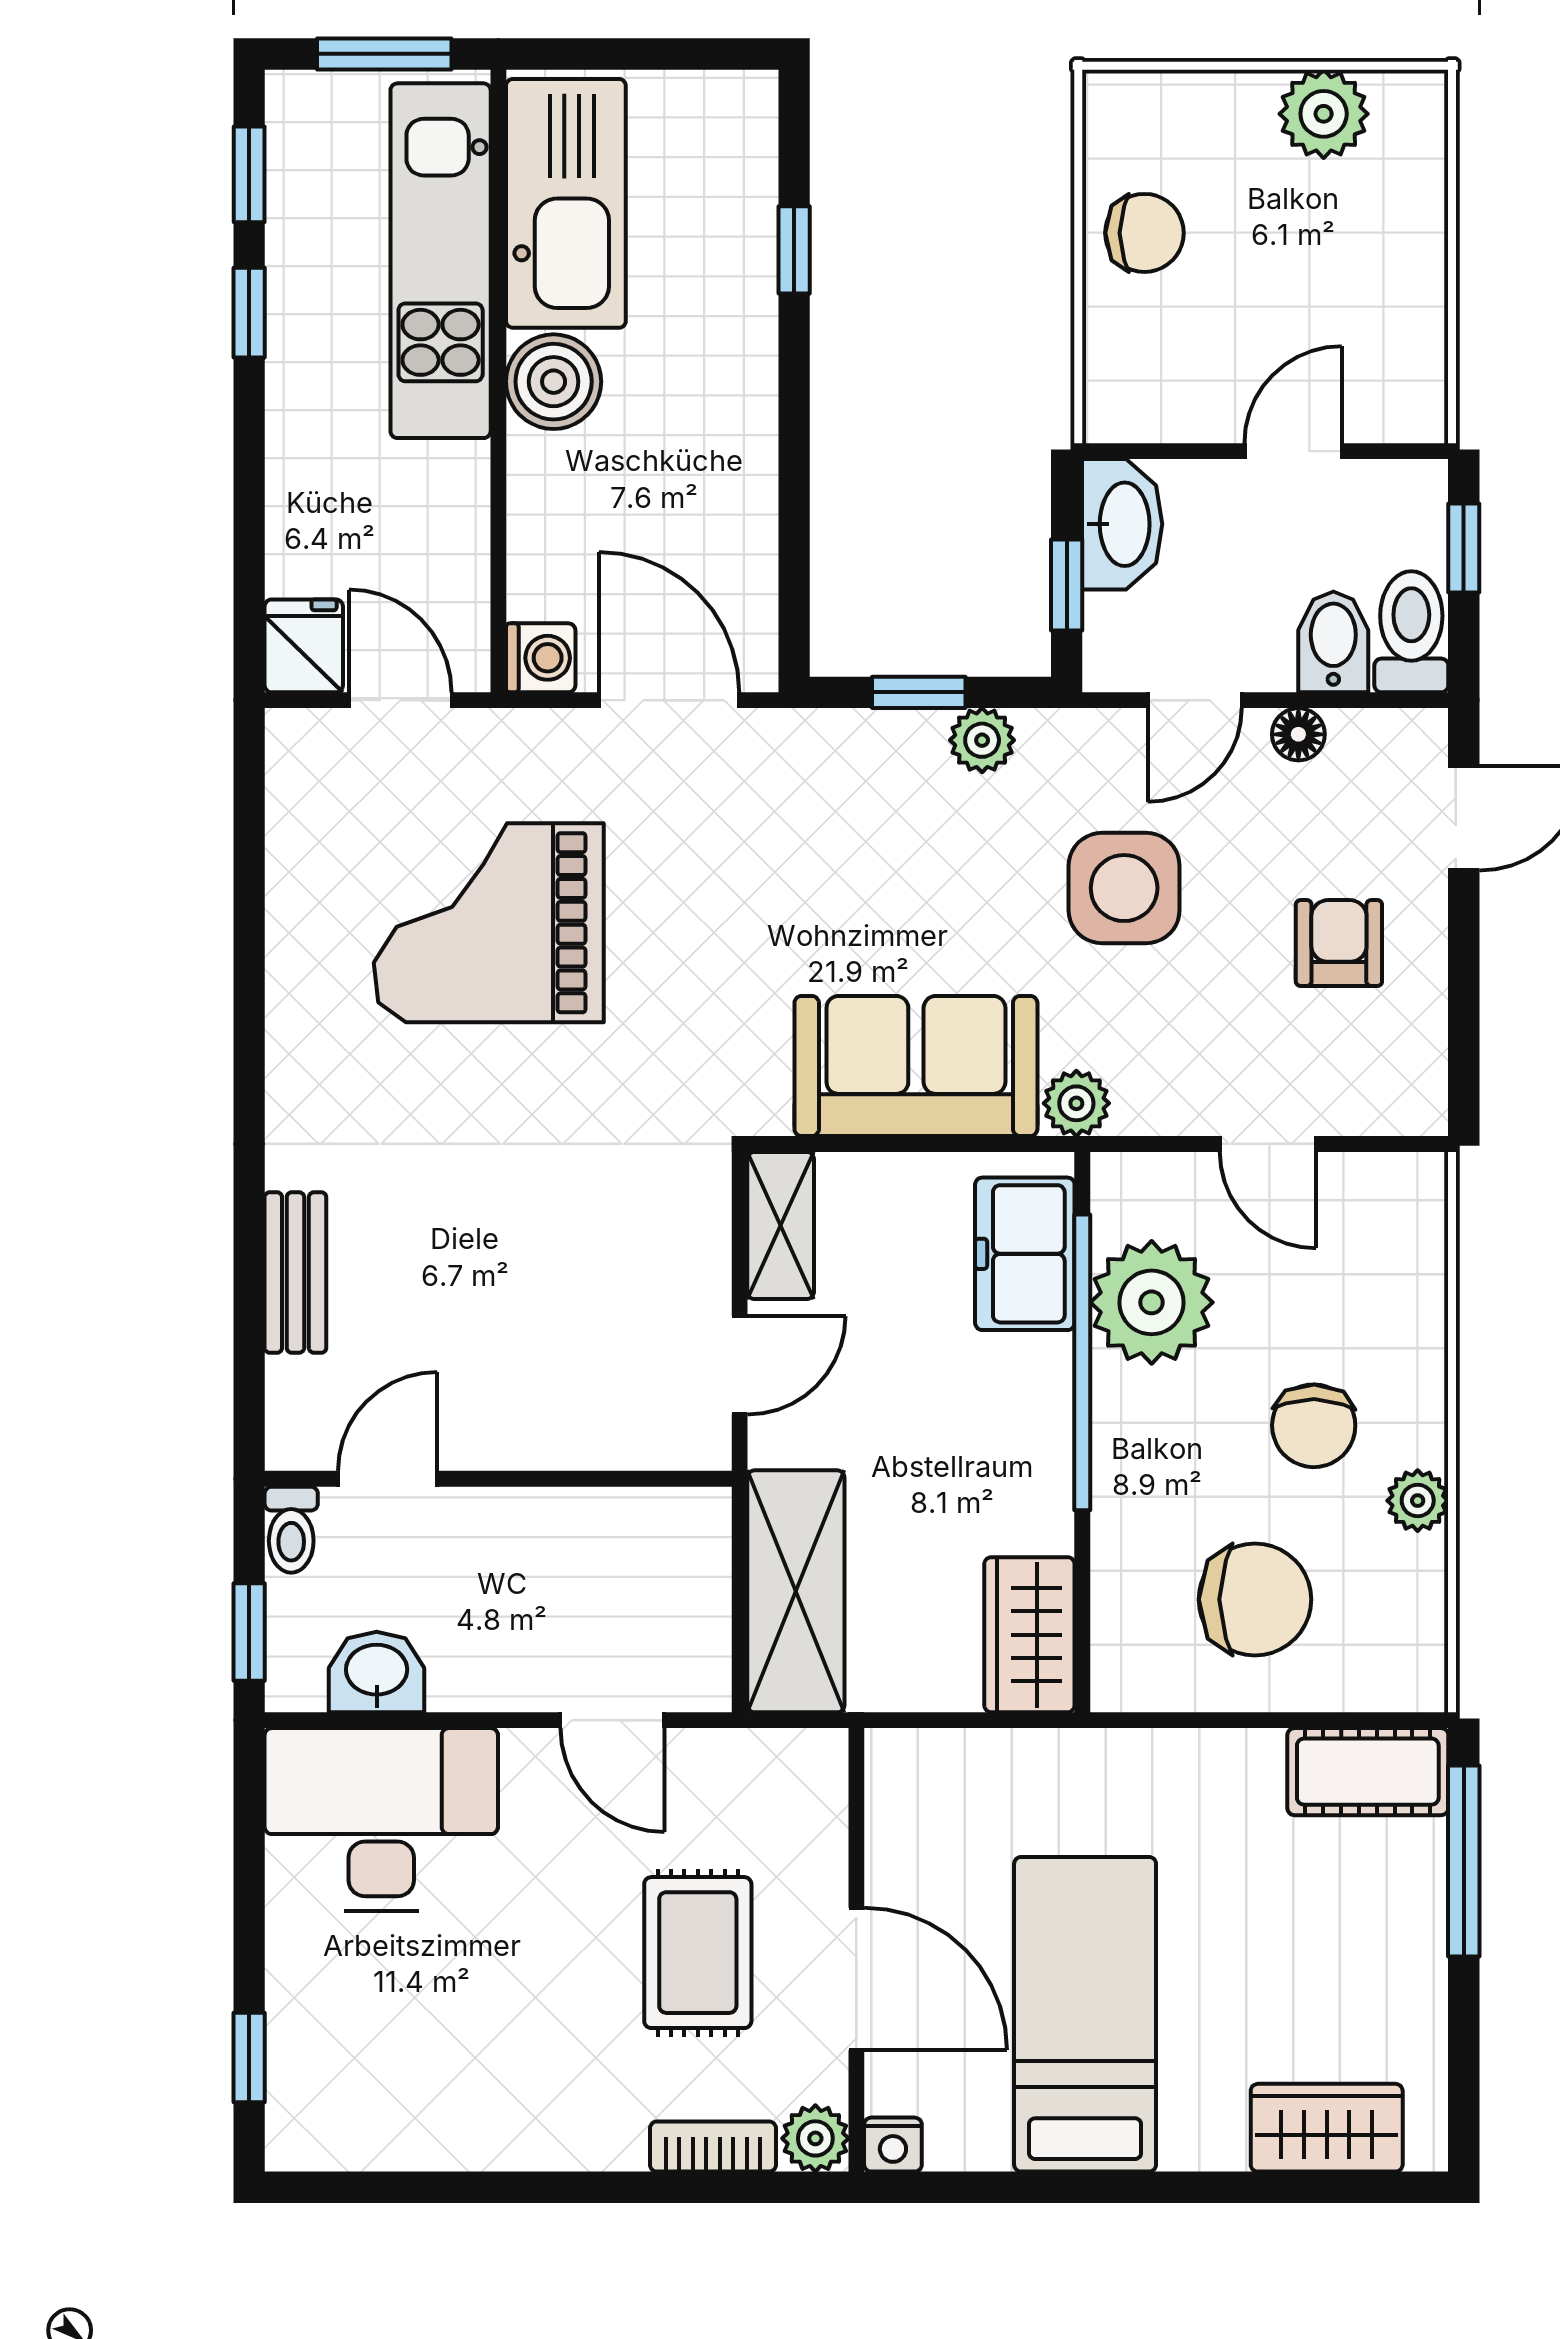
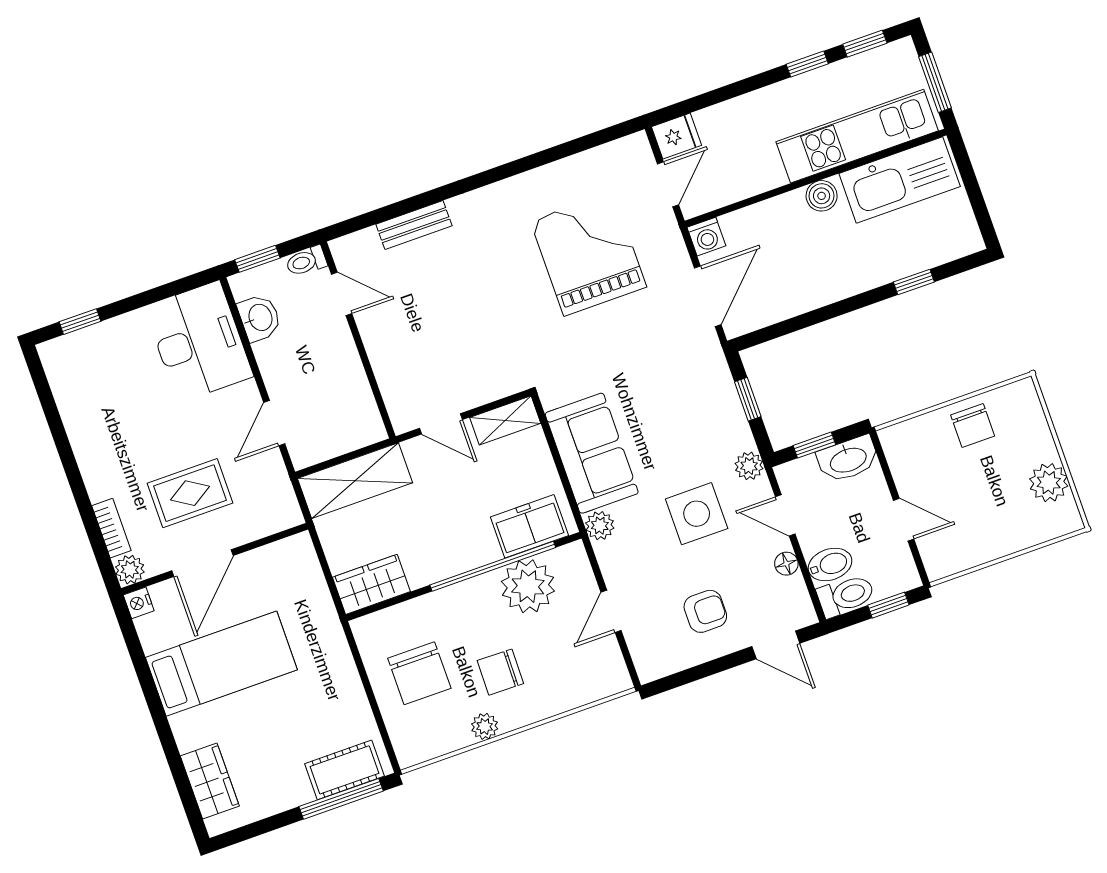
boiler: (554, 382) -> (822, 196), width x0.73, depth x0.73
plant: (982, 740) -> (749, 466), moved
cot: (1368, 1772) -> (345, 770), moved, turned 90

